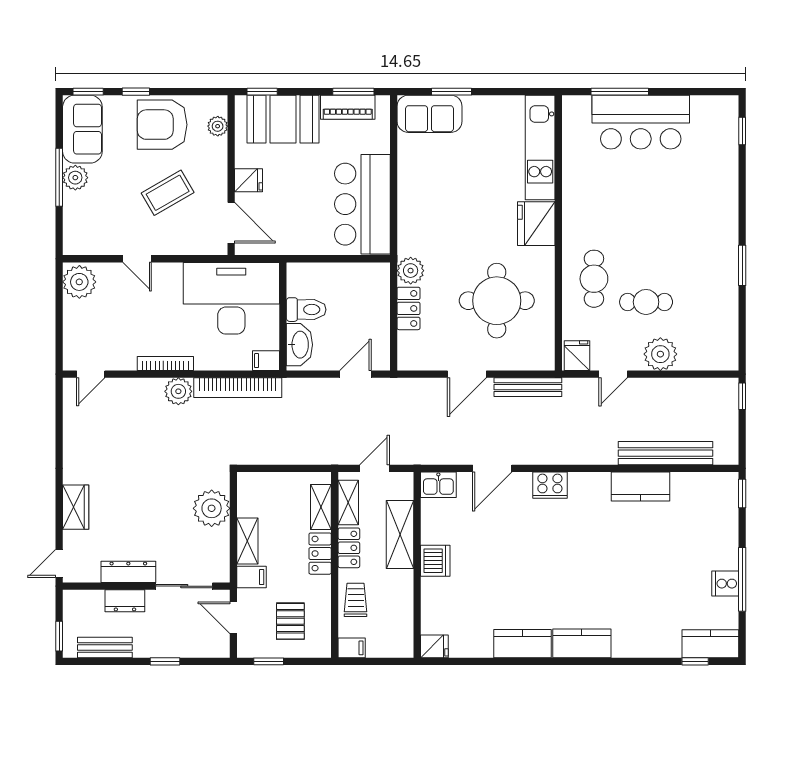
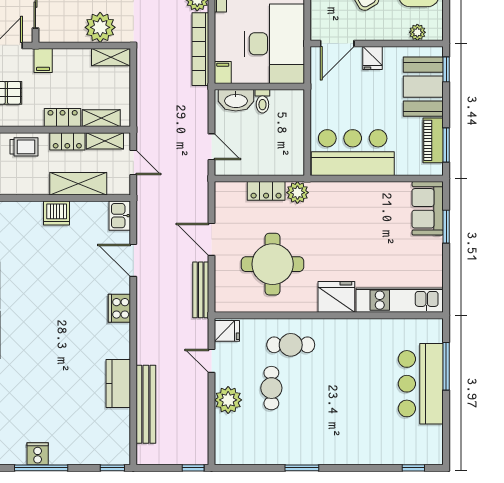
toilet: (306, 310) -> (262, 101), width x0.73, depth x0.72
shelving: (247, 541) -> (111, 57), moved

